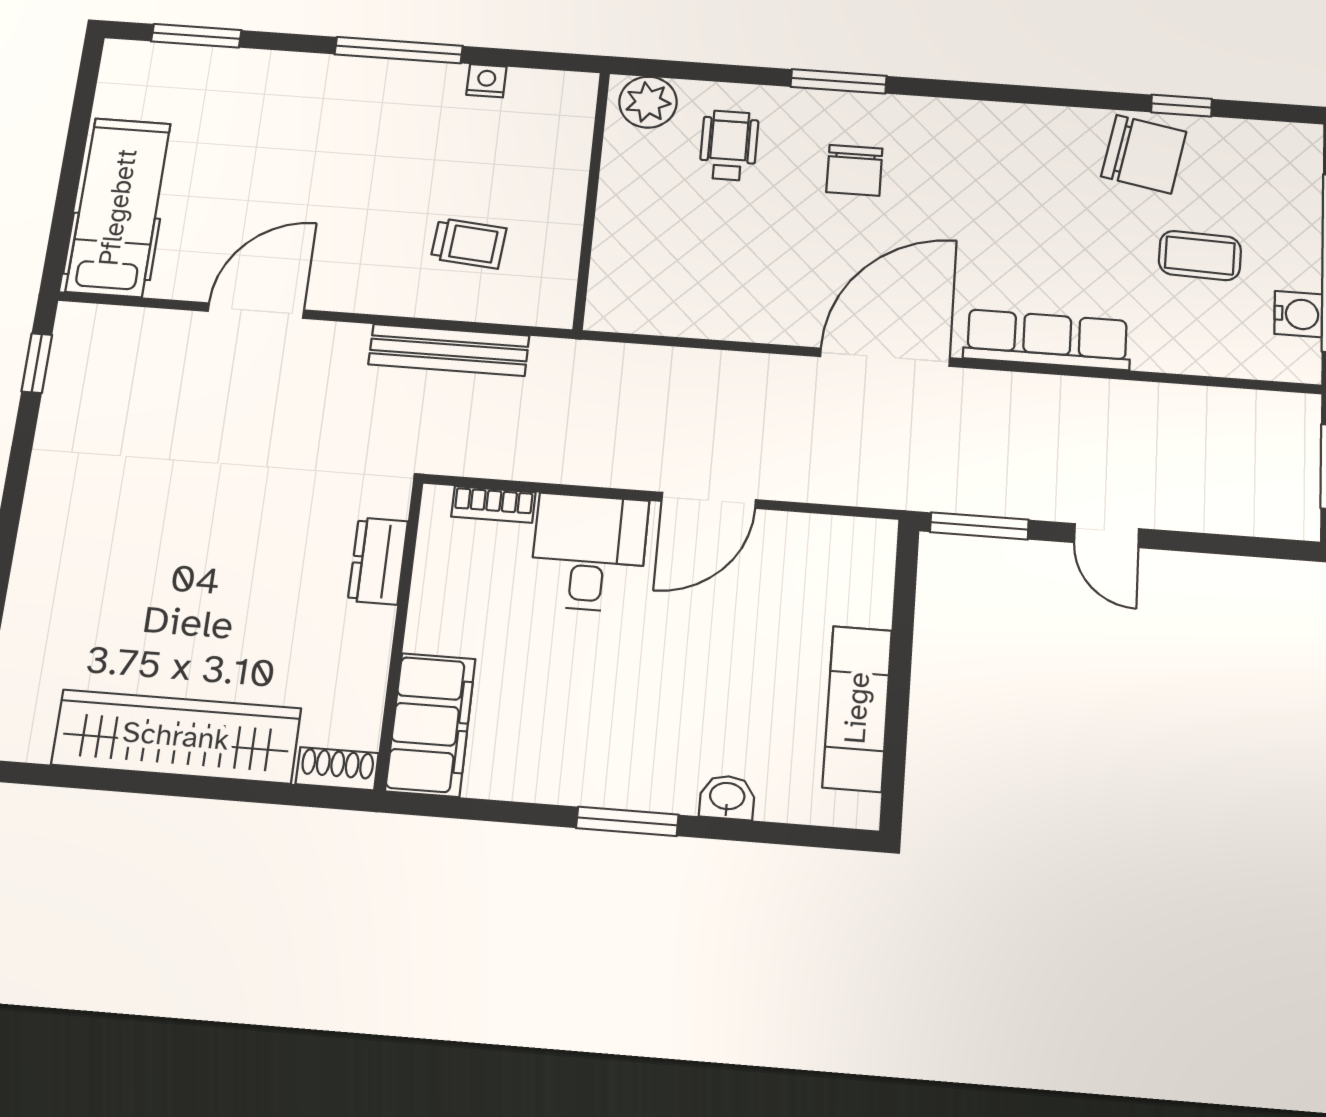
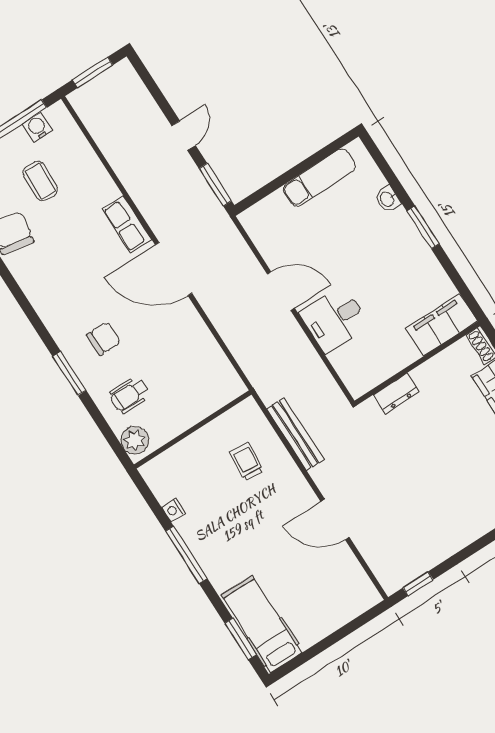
hospital bed: (118, 207) -> (261, 624), moved, turned 90
row of seats: (1047, 340) -> (127, 224), width x0.68
bookcase: (493, 504) -> (343, 369), removed

